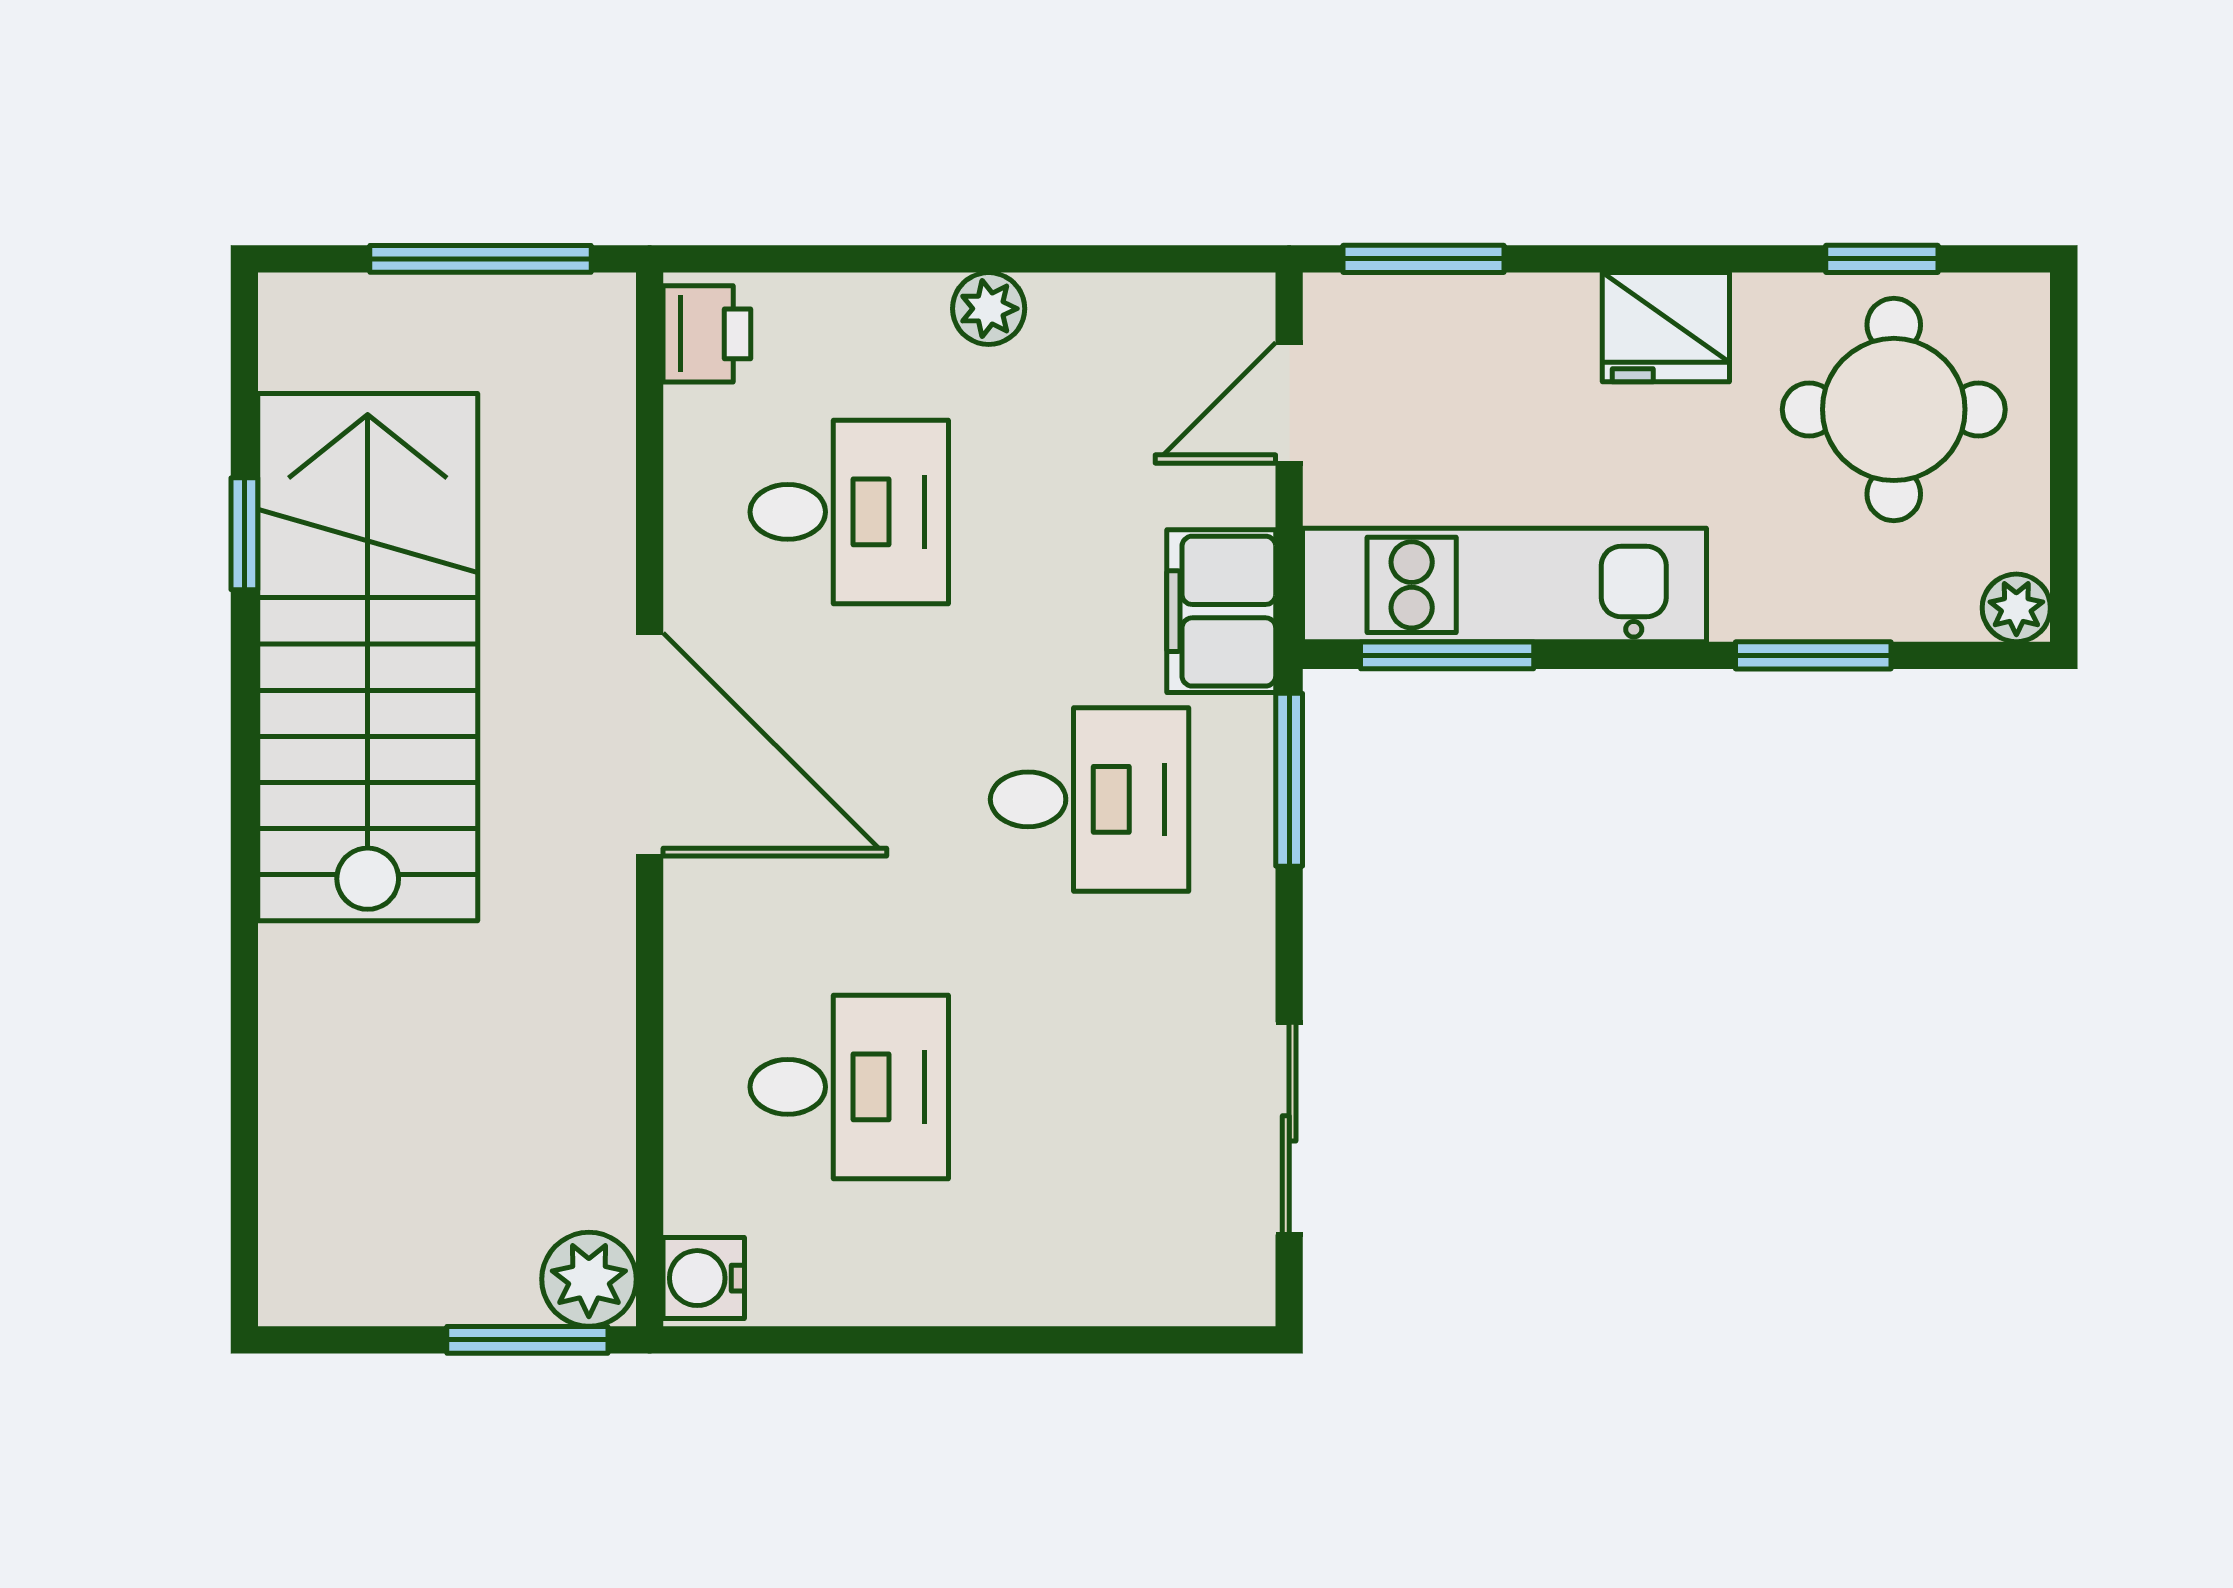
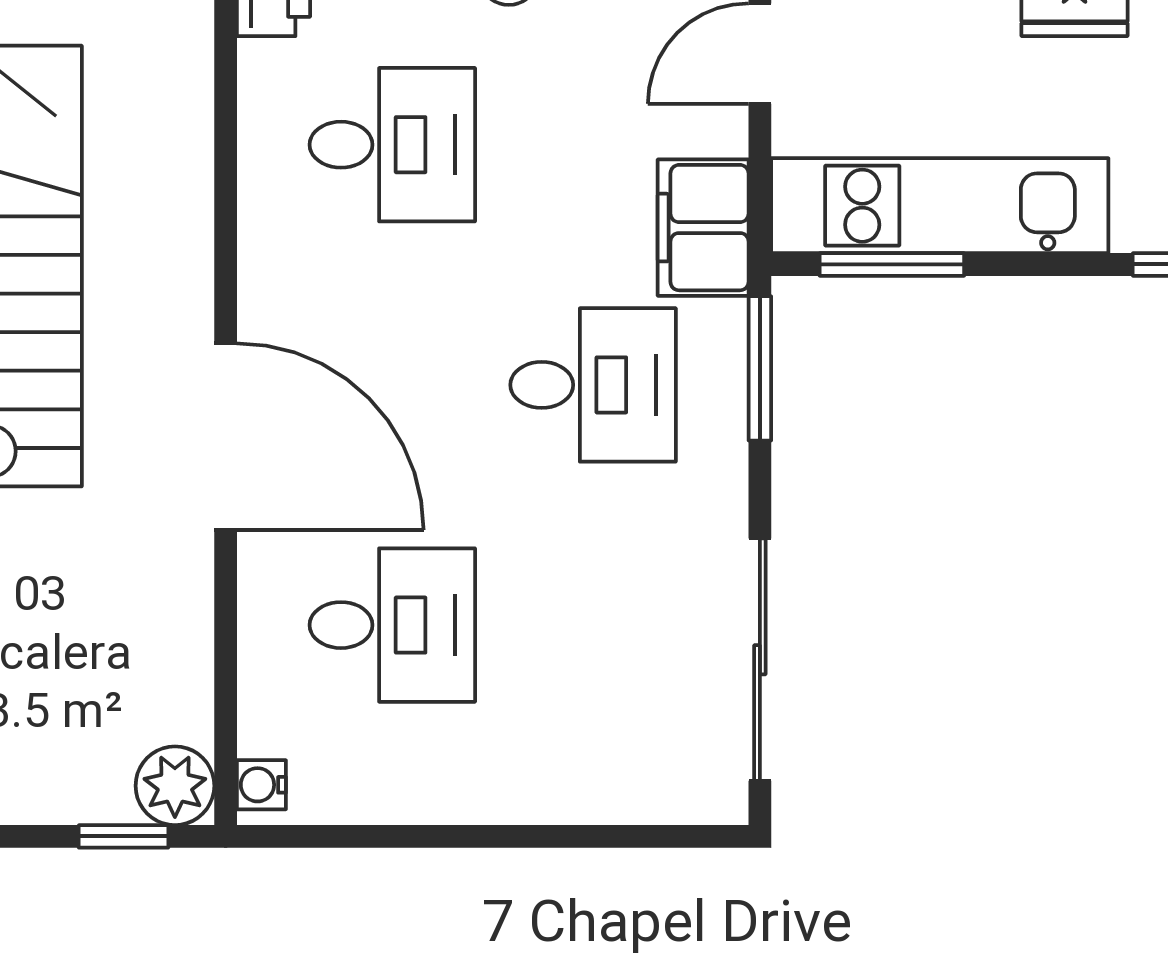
door: (650, 744) -> (226, 437), moved
sliding door: (1289, 1128) -> (760, 660), width x1.37
water cooler: (704, 1278) -> (261, 785), width x0.72, depth x0.72
window: (527, 1340) -> (124, 836), width x0.67

